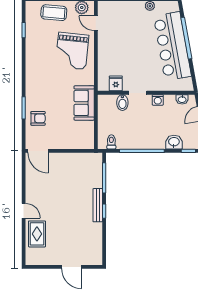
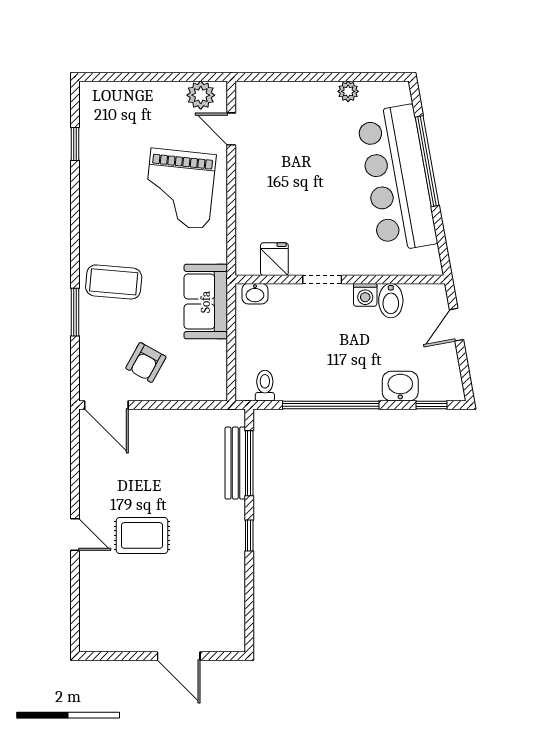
coffee table: (54, 13) -> (114, 282), moved
washbasin: (182, 99) -> (255, 294), moved
bidet: (122, 103) -> (391, 301), moved
armchair: (38, 118) -> (146, 362), moved, turned 119
bench: (98, 205) -> (235, 463), moved
rug: (37, 234) -> (142, 535), moved, turned 90

